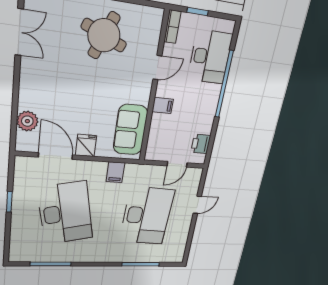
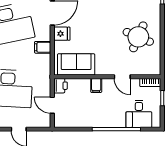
desk: (210, 57) -> (139, 114), width x0.73
printer: (201, 144) -> (60, 86), moved, turned 90
filing cabinet: (115, 172) -> (43, 47), moved

